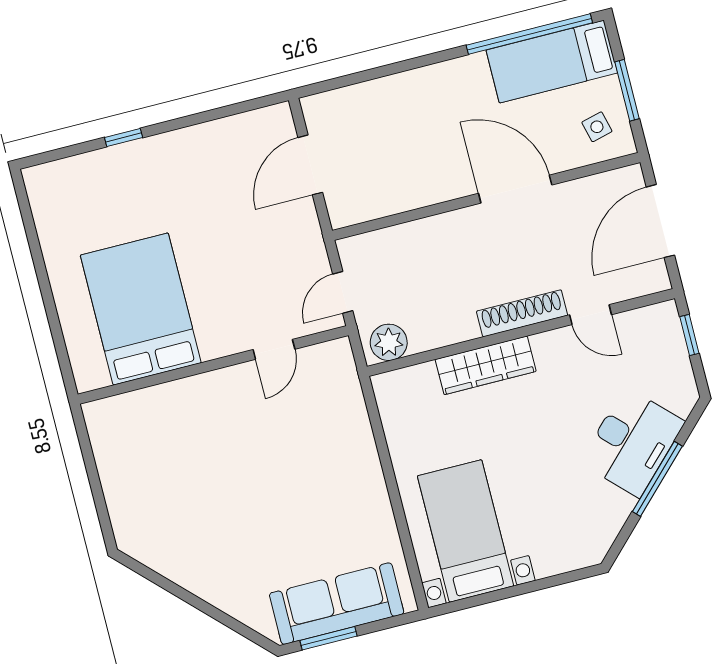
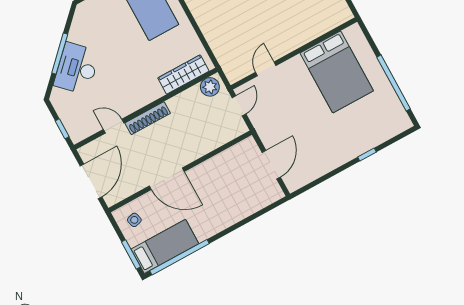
window: (627, 90) -> (131, 254), moved
window: (38, 260) -> (394, 83), added
wardrobe: (486, 365) -> (183, 74), moved

